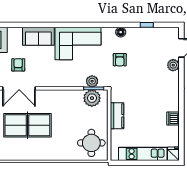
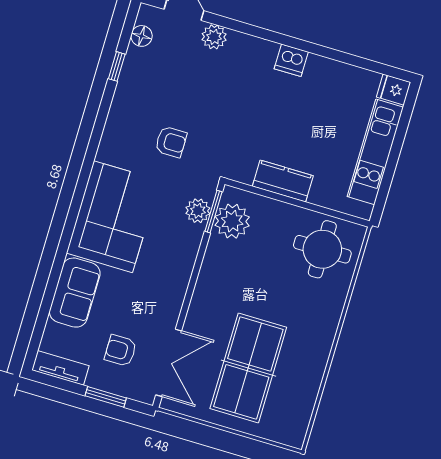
floor lamp: (121, 32) -> (142, 36), moved
dishwasher: (173, 119) -> (291, 60), moved

